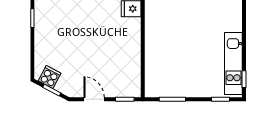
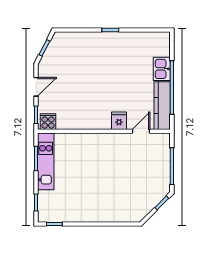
kitchen unit: (233, 63) -> (46, 161), moved, turned 90
cooker: (50, 77) -> (48, 122), moved, turned -118

